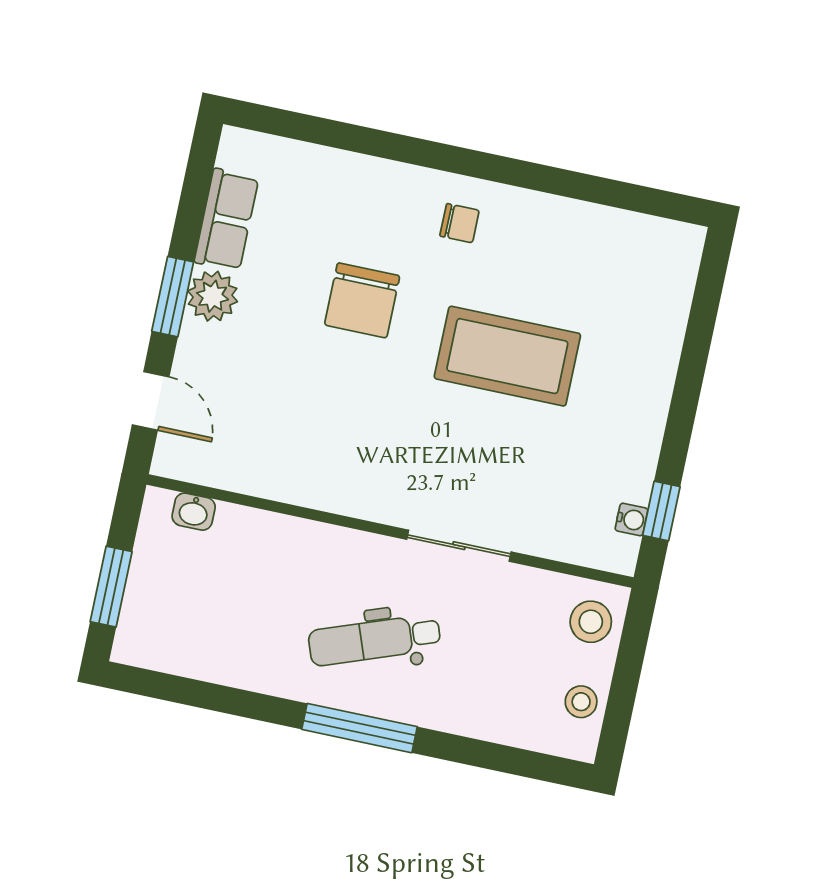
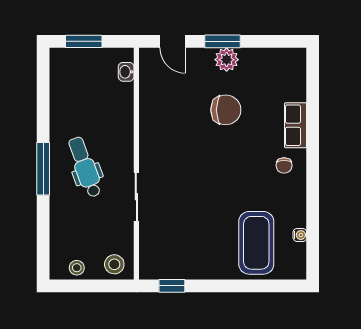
row of seats: (226, 220) -> (296, 125), moved, turned 90
chair: (362, 300) -> (226, 110), moved, turned 180
coffee table: (507, 356) -> (256, 243), moved
door: (151, 401) -> (173, 41), hinge flipped
water cooler: (631, 519) -> (300, 235), moved, turned -90

